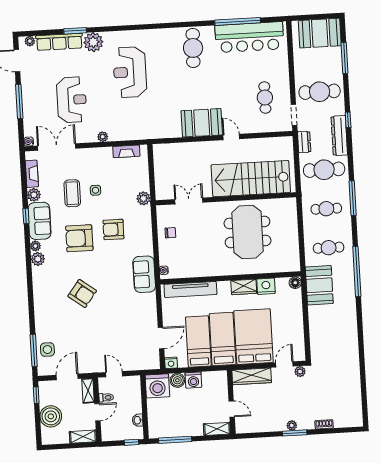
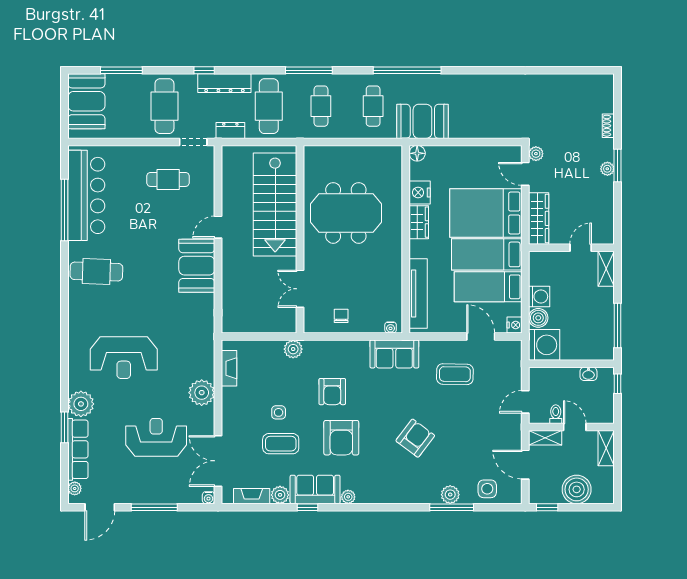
plant: (103, 137) -> (202, 393), width x1.88, depth x1.88
plant: (38, 259) -> (450, 495), moved
coffee table: (132, 320) -> (455, 374), added
window: (34, 351) -> (452, 507), moved

